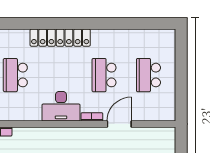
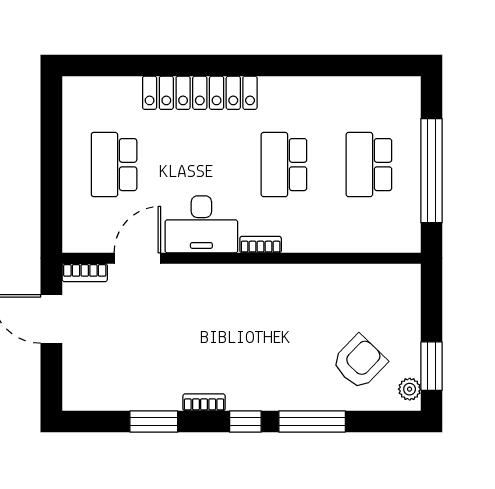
window: (181, 78) -> (431, 171), added
door: (119, 124) -> (137, 258), moved

